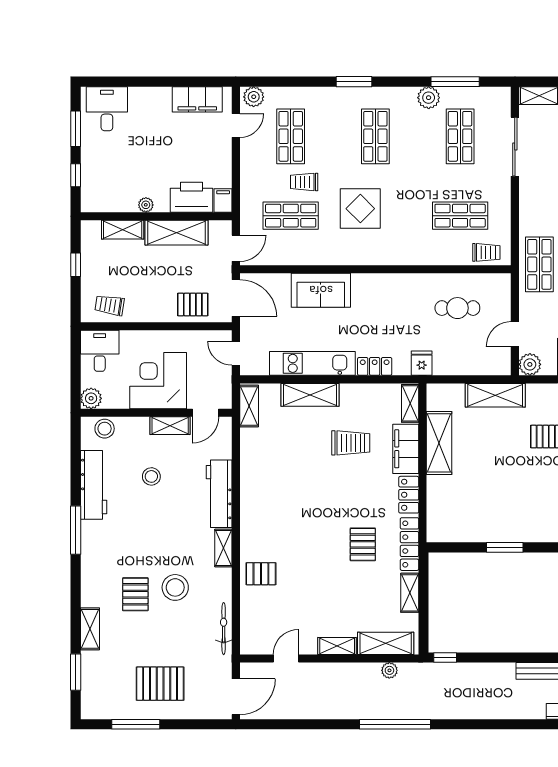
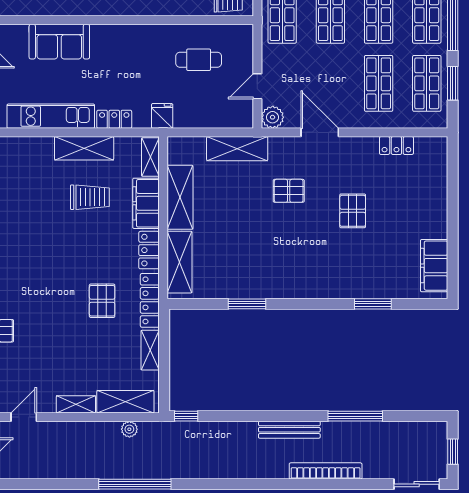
shelving: (310, 395) -> (84, 148), moved
shelving: (439, 506) -> (179, 262), added

